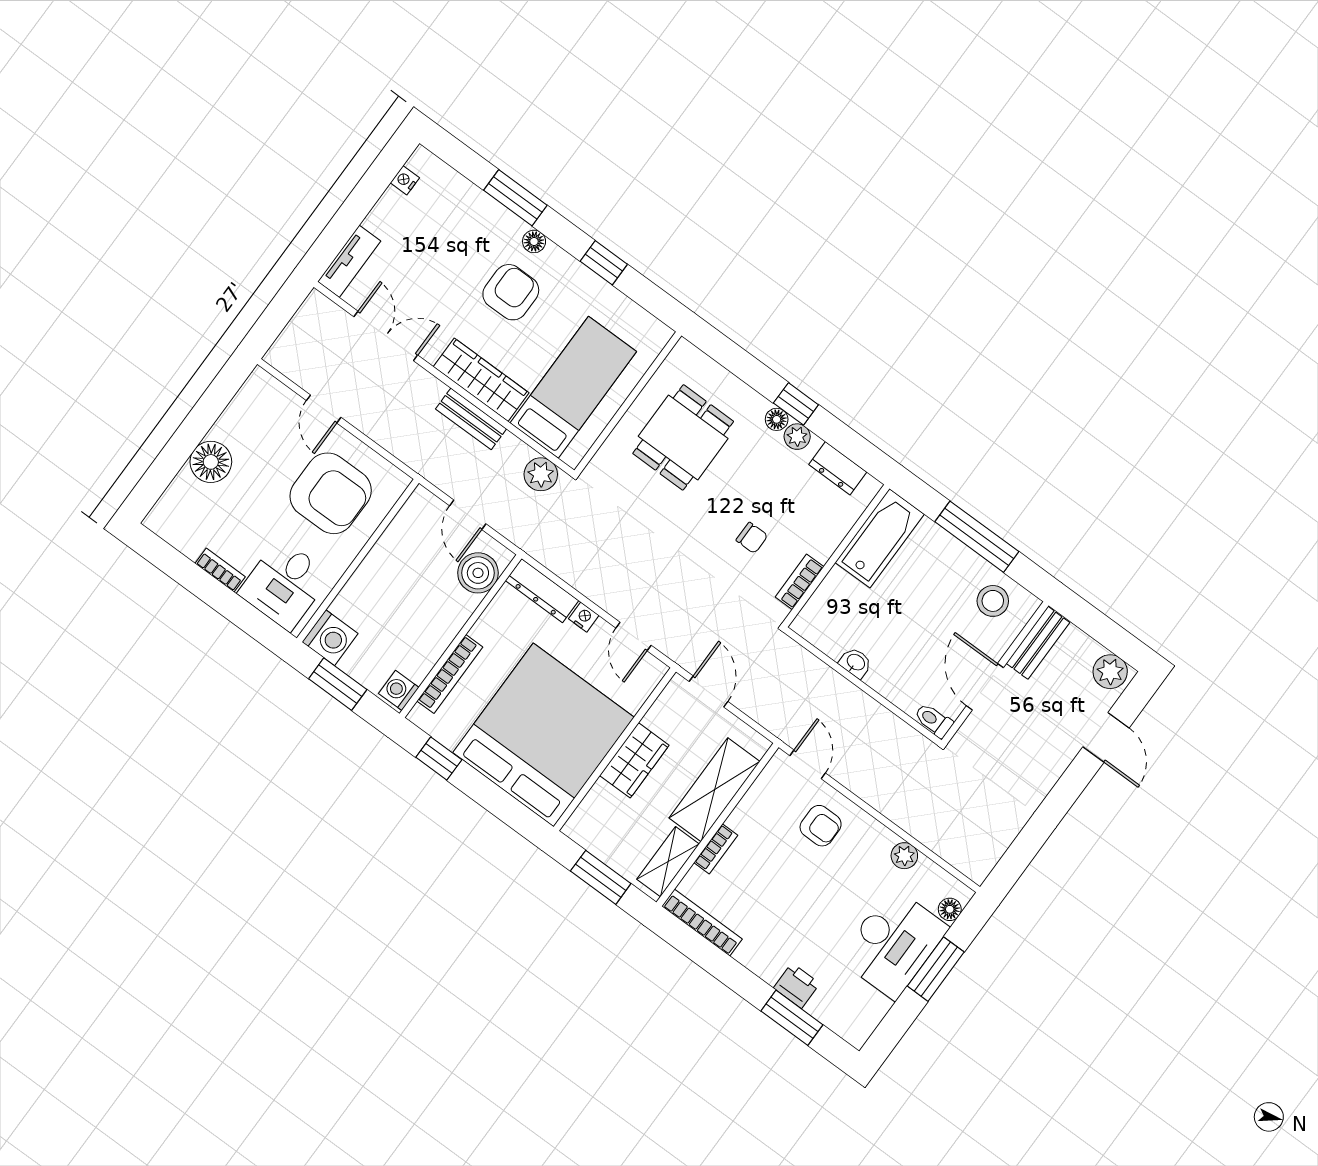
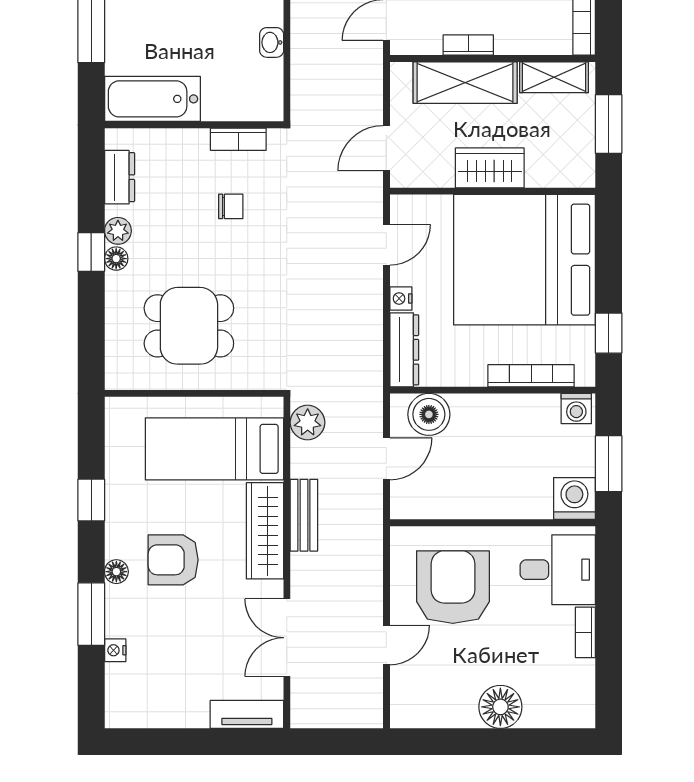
nightstand: (405, 180) -> (115, 650), moved, turned 90
chair: (752, 538) -> (231, 206), turned 90
bookcase: (716, 849) -> (468, 45), moved

